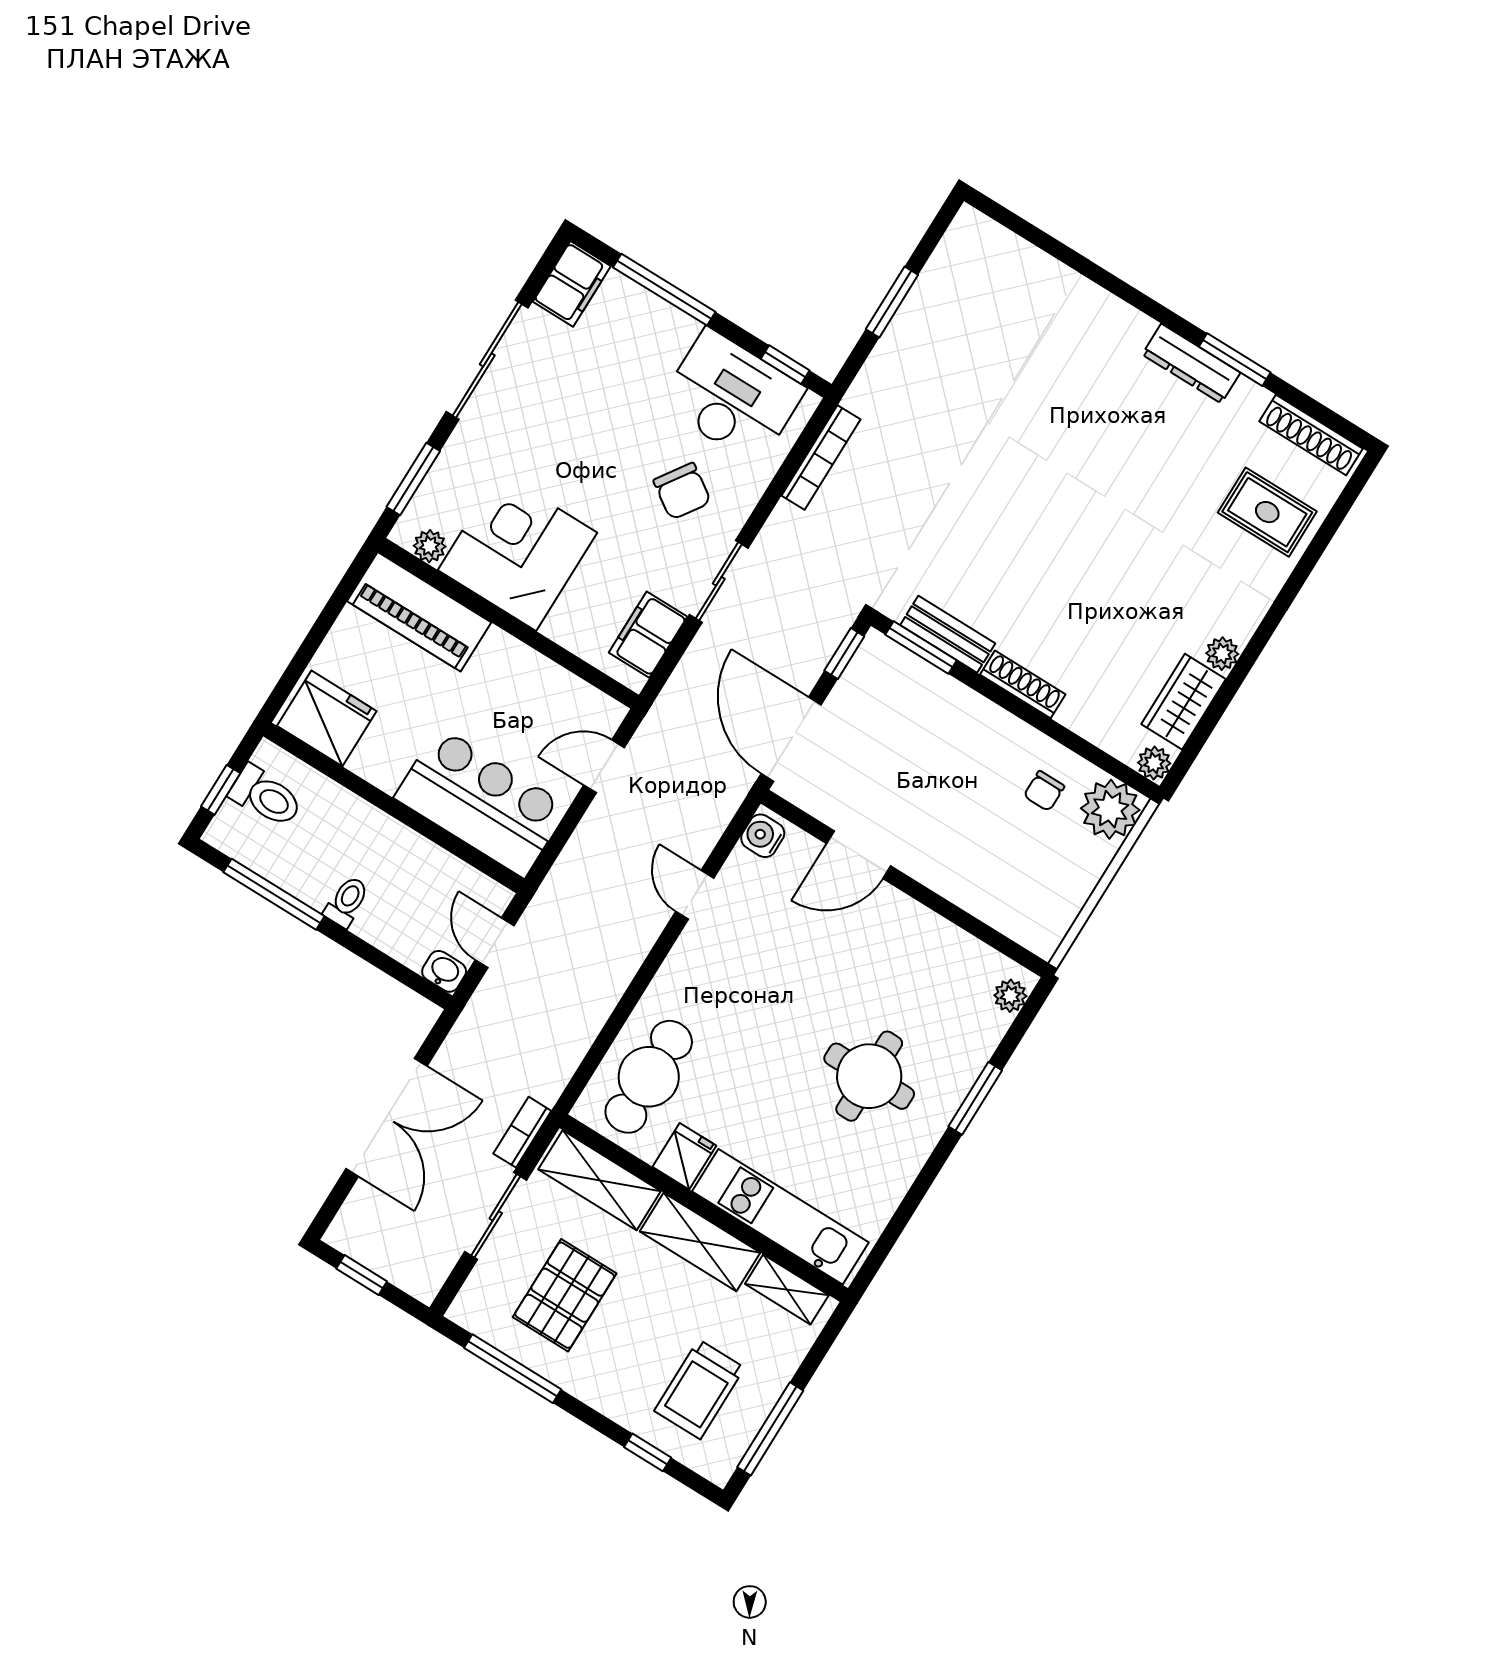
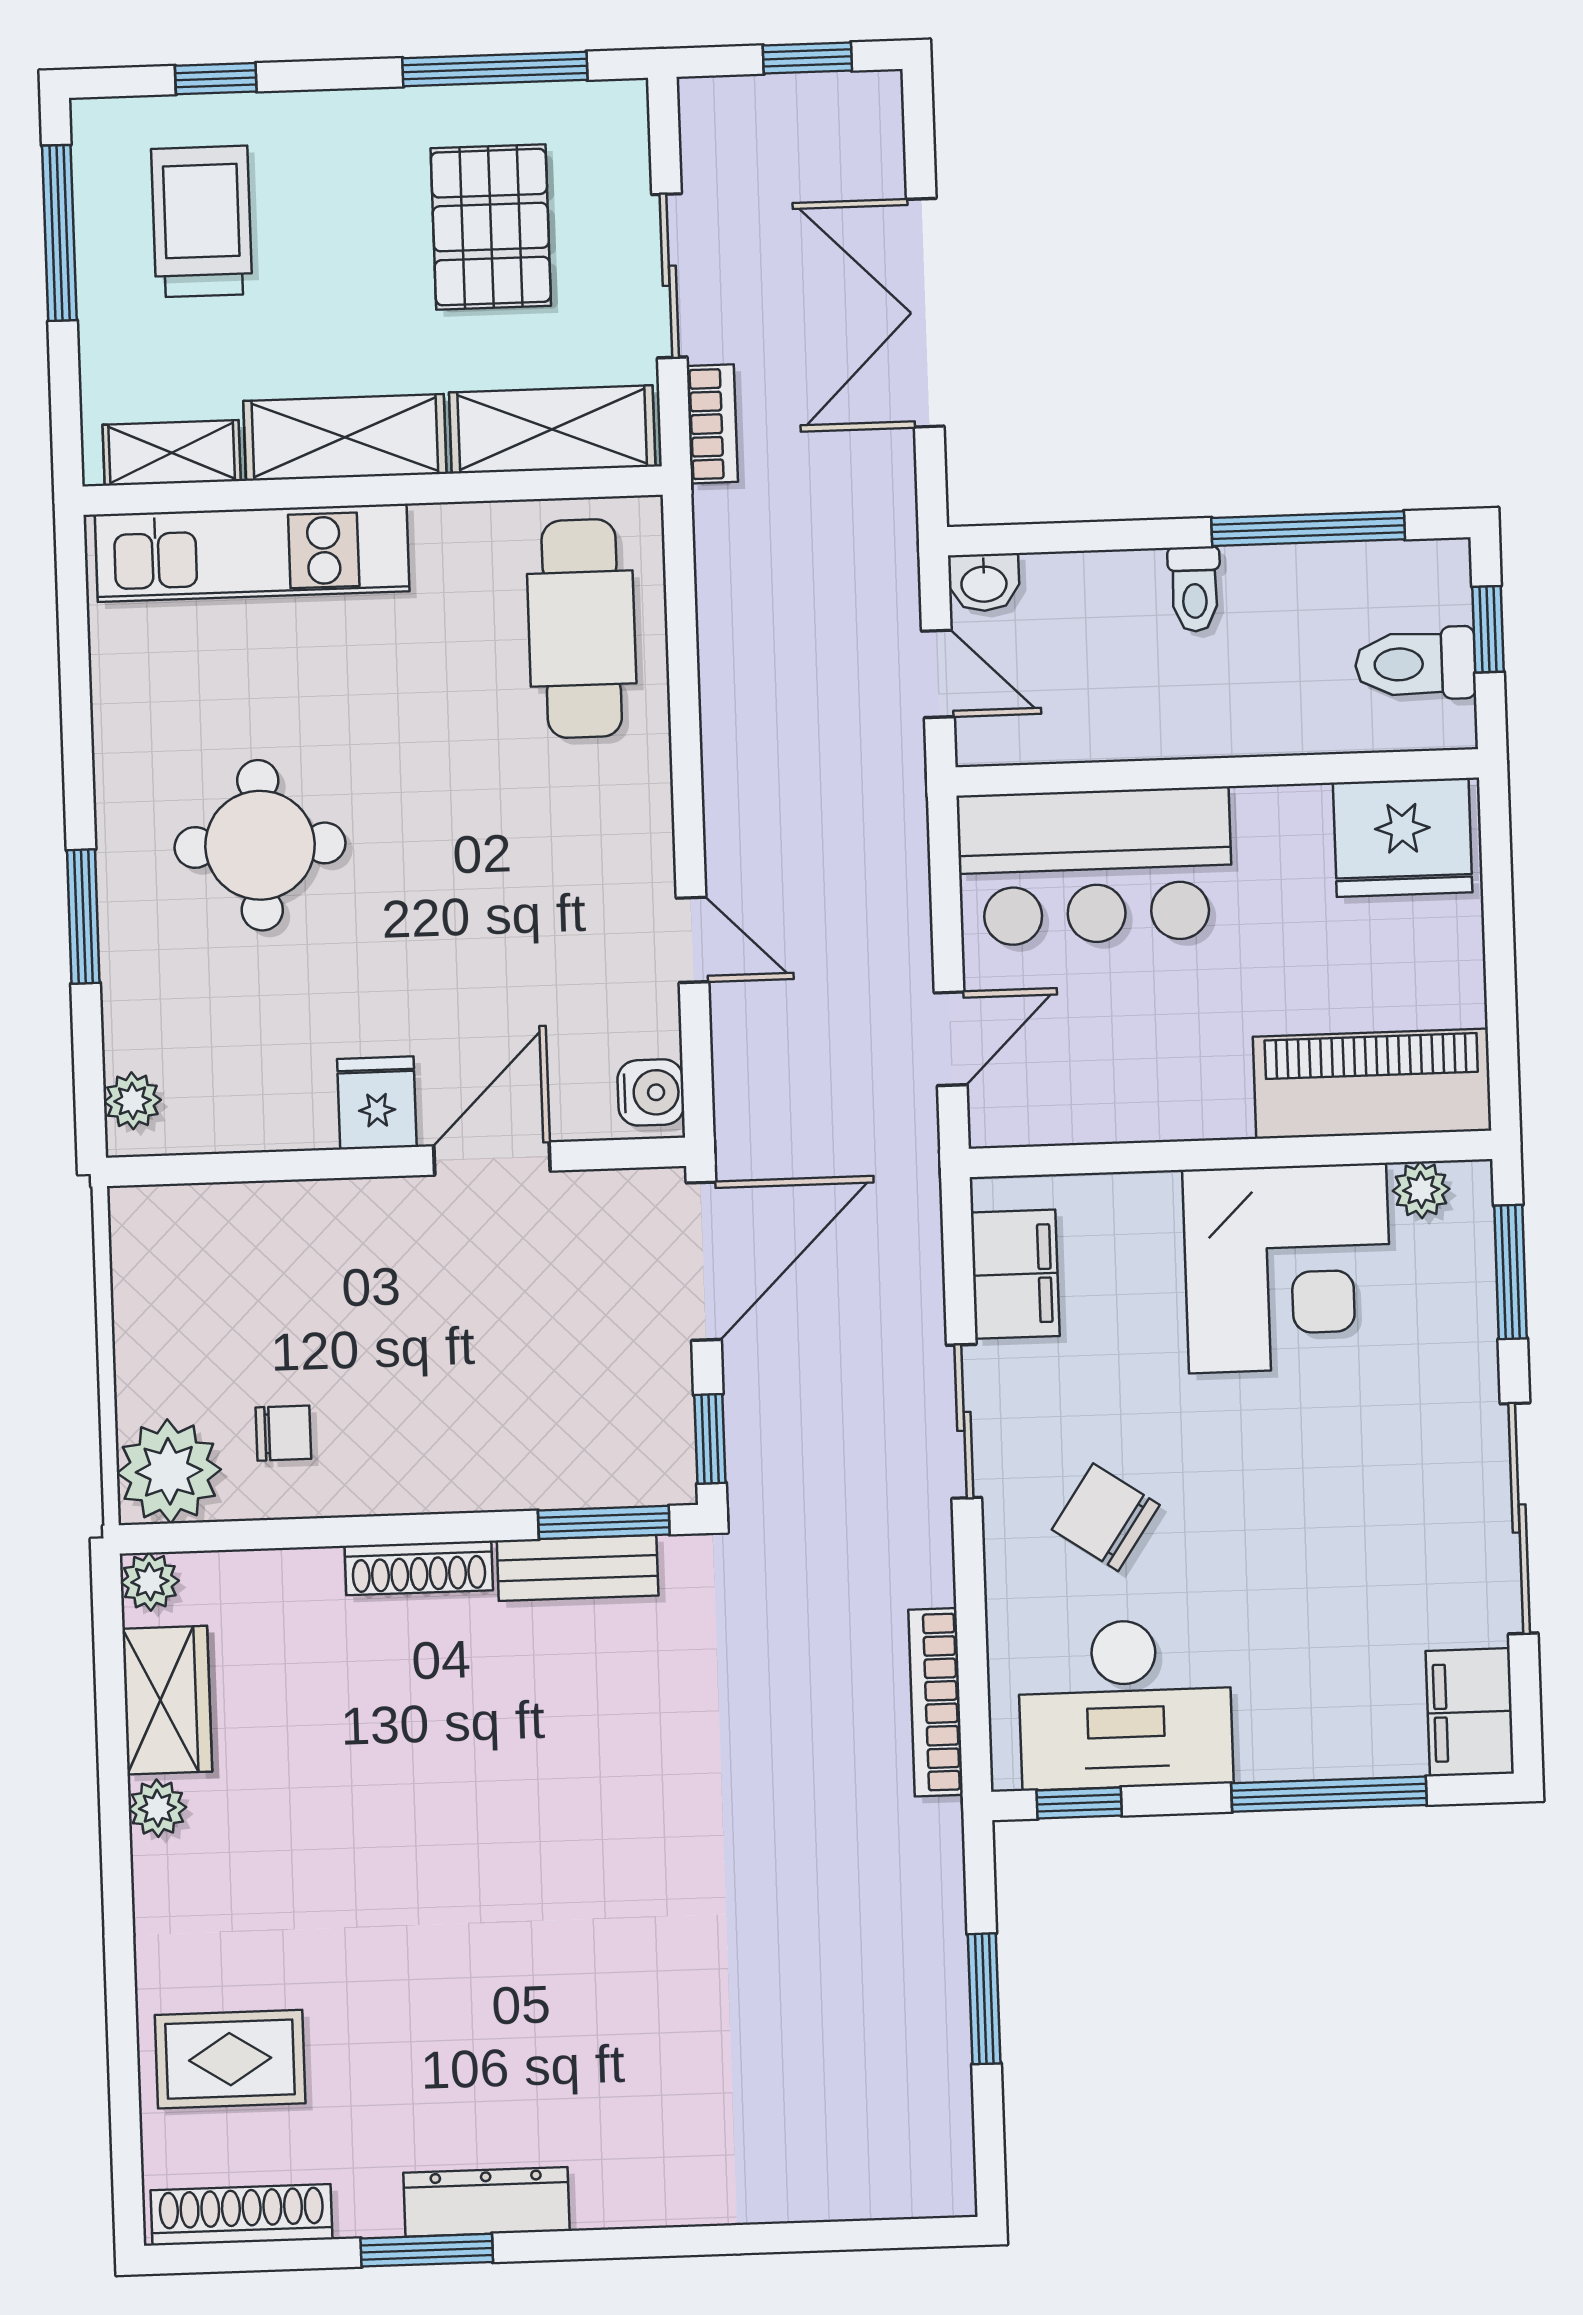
door: (791, 739) -> (704, 1261), hinge flipped
chair: (1044, 791) -> (283, 1433), turned 90
fridge: (684, 1156) -> (377, 1103), moved, turned 180

